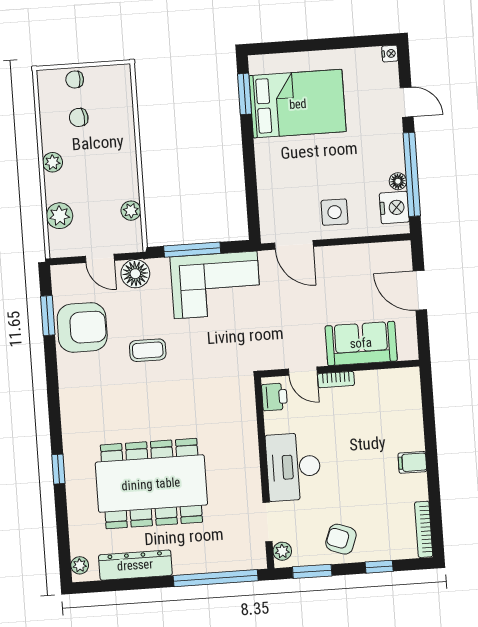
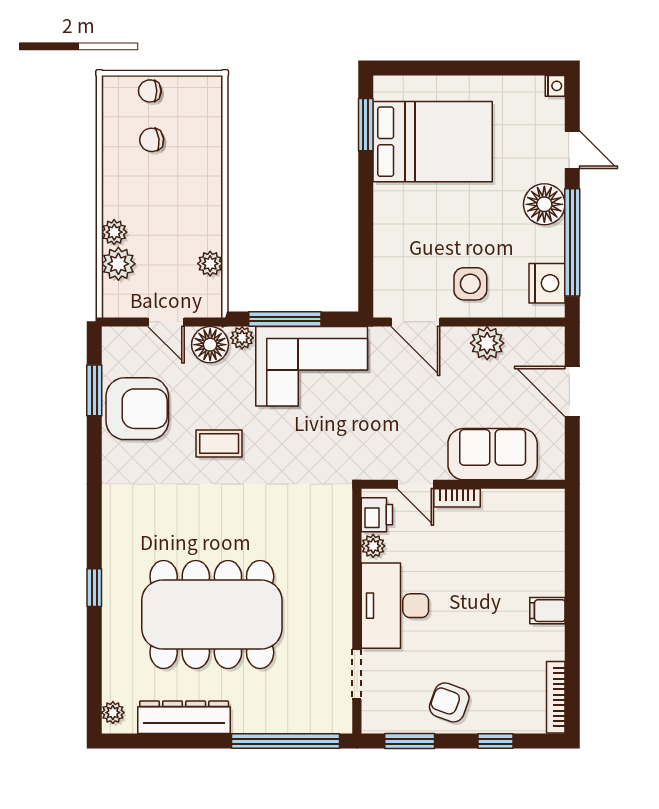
plant: (53, 162) -> (114, 232), moved
floor lamp: (398, 181) -> (544, 204), moved, width x1.89, depth x1.89
plant: (351, 257) -> (487, 343), added
plant: (160, 267) -> (242, 338), added
plant: (282, 551) -> (373, 546), moved

